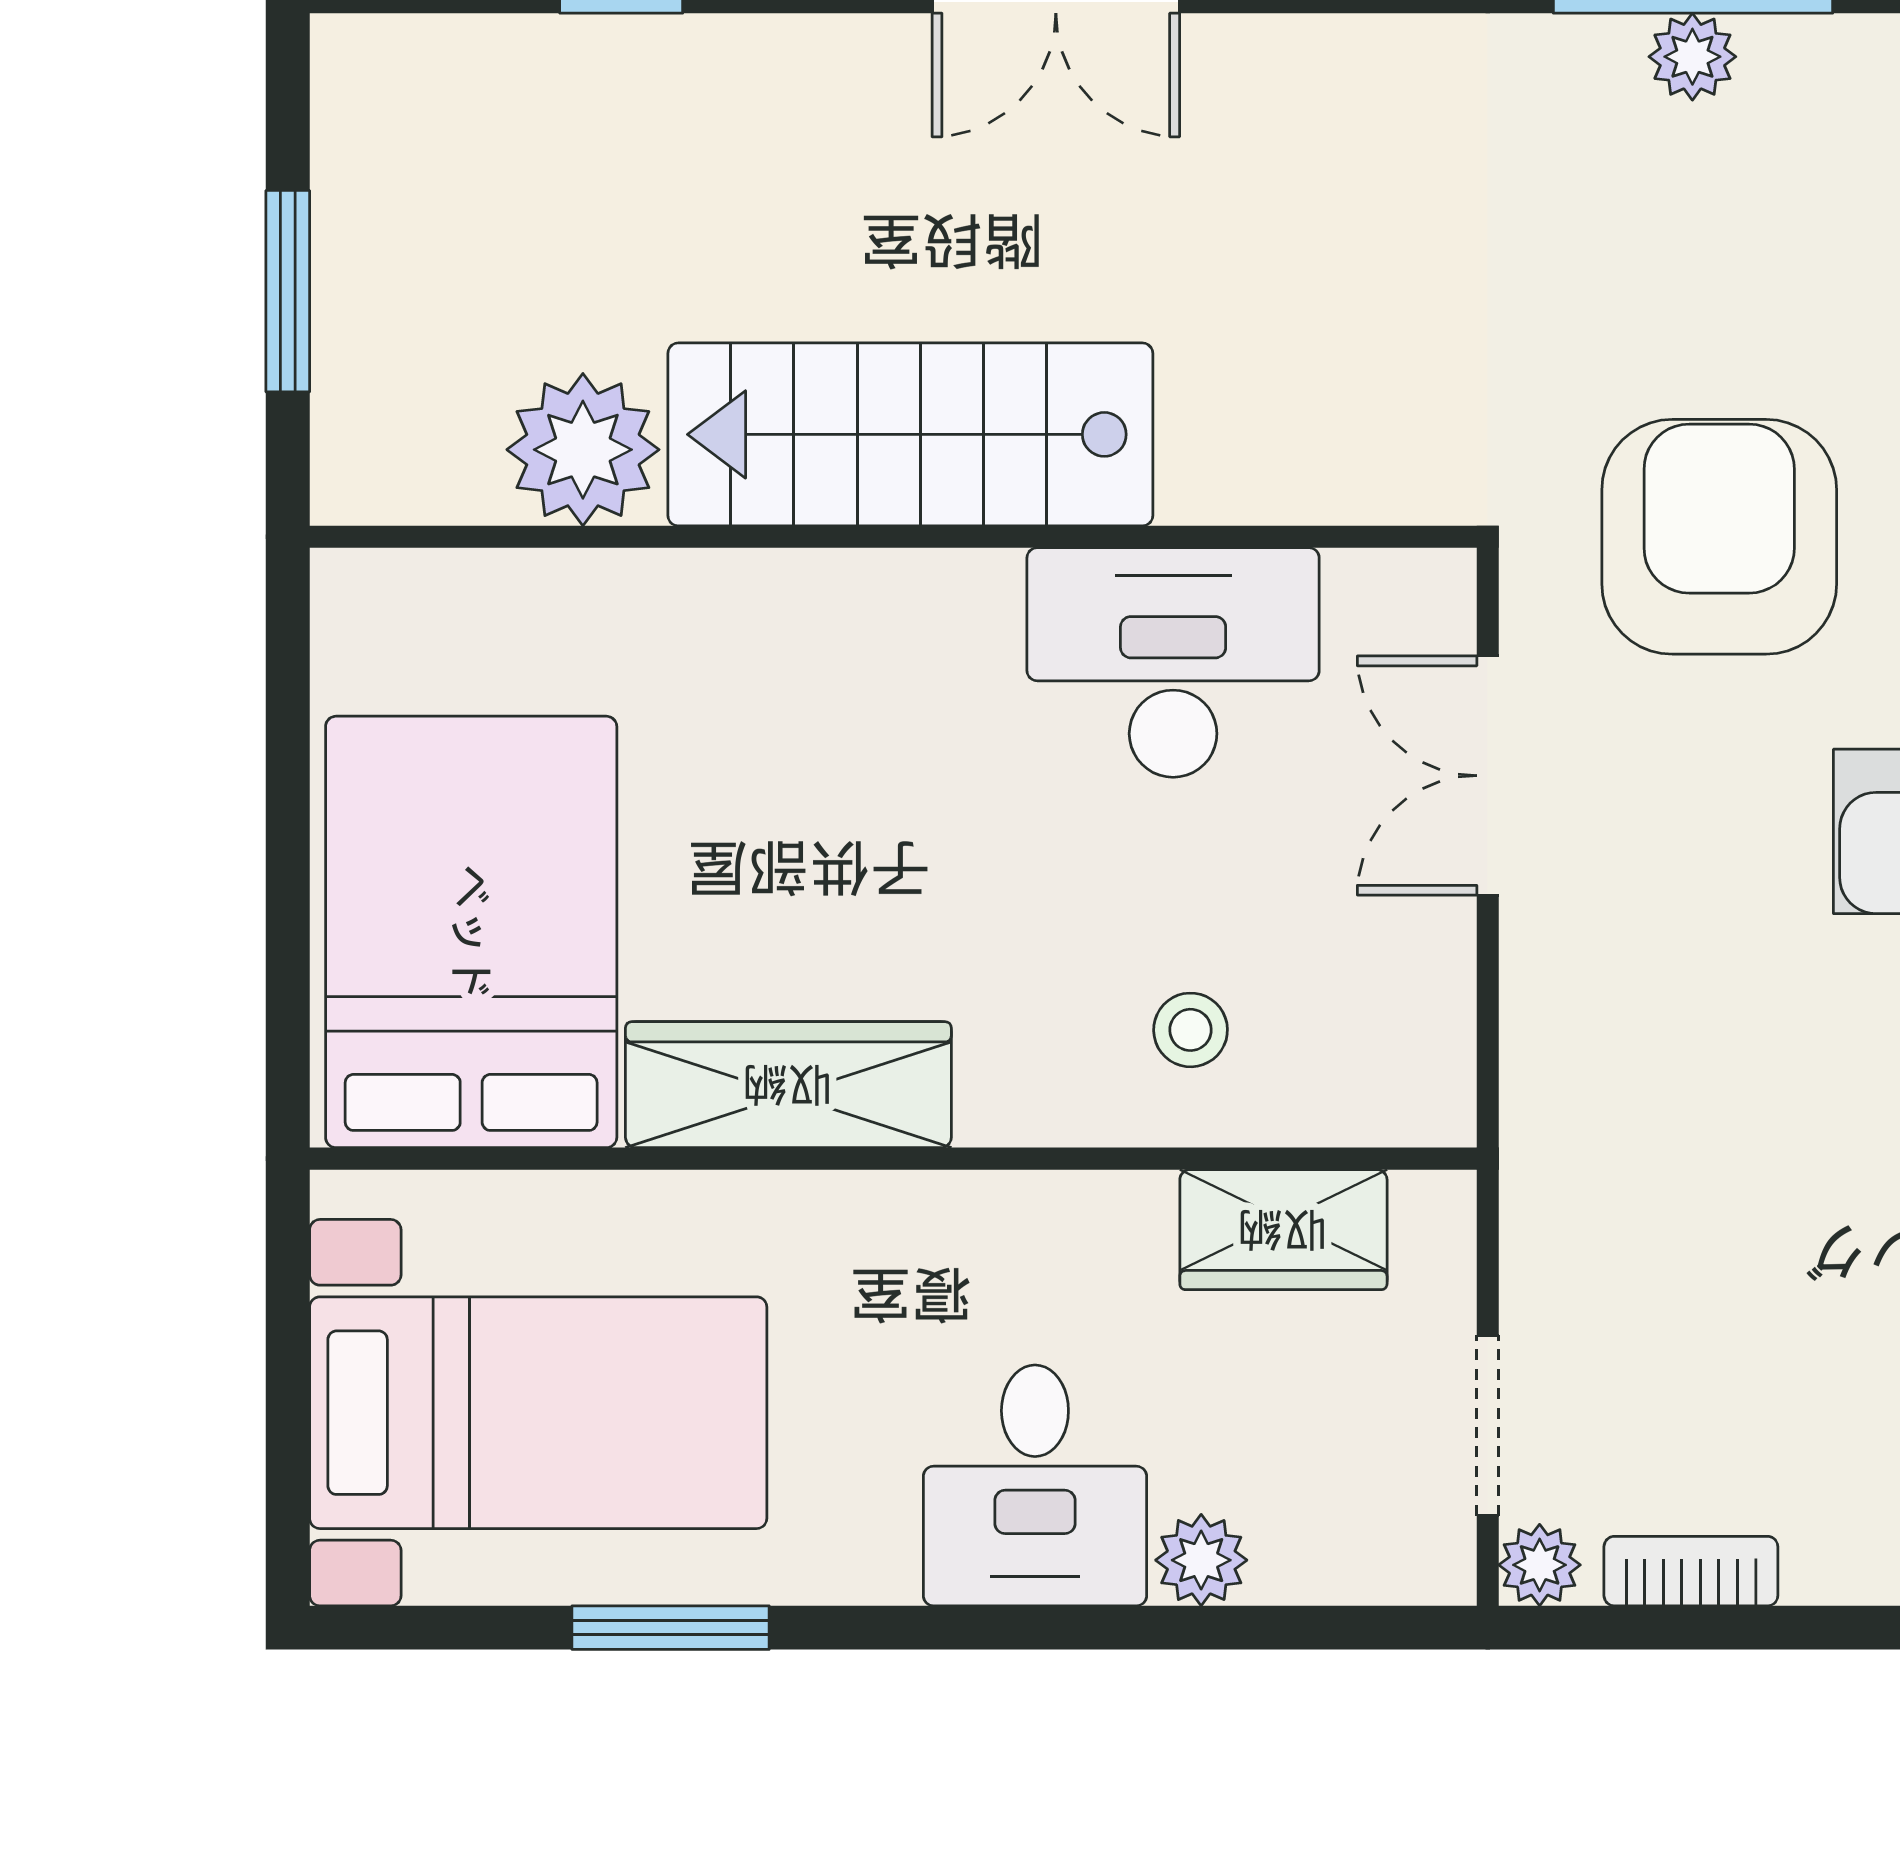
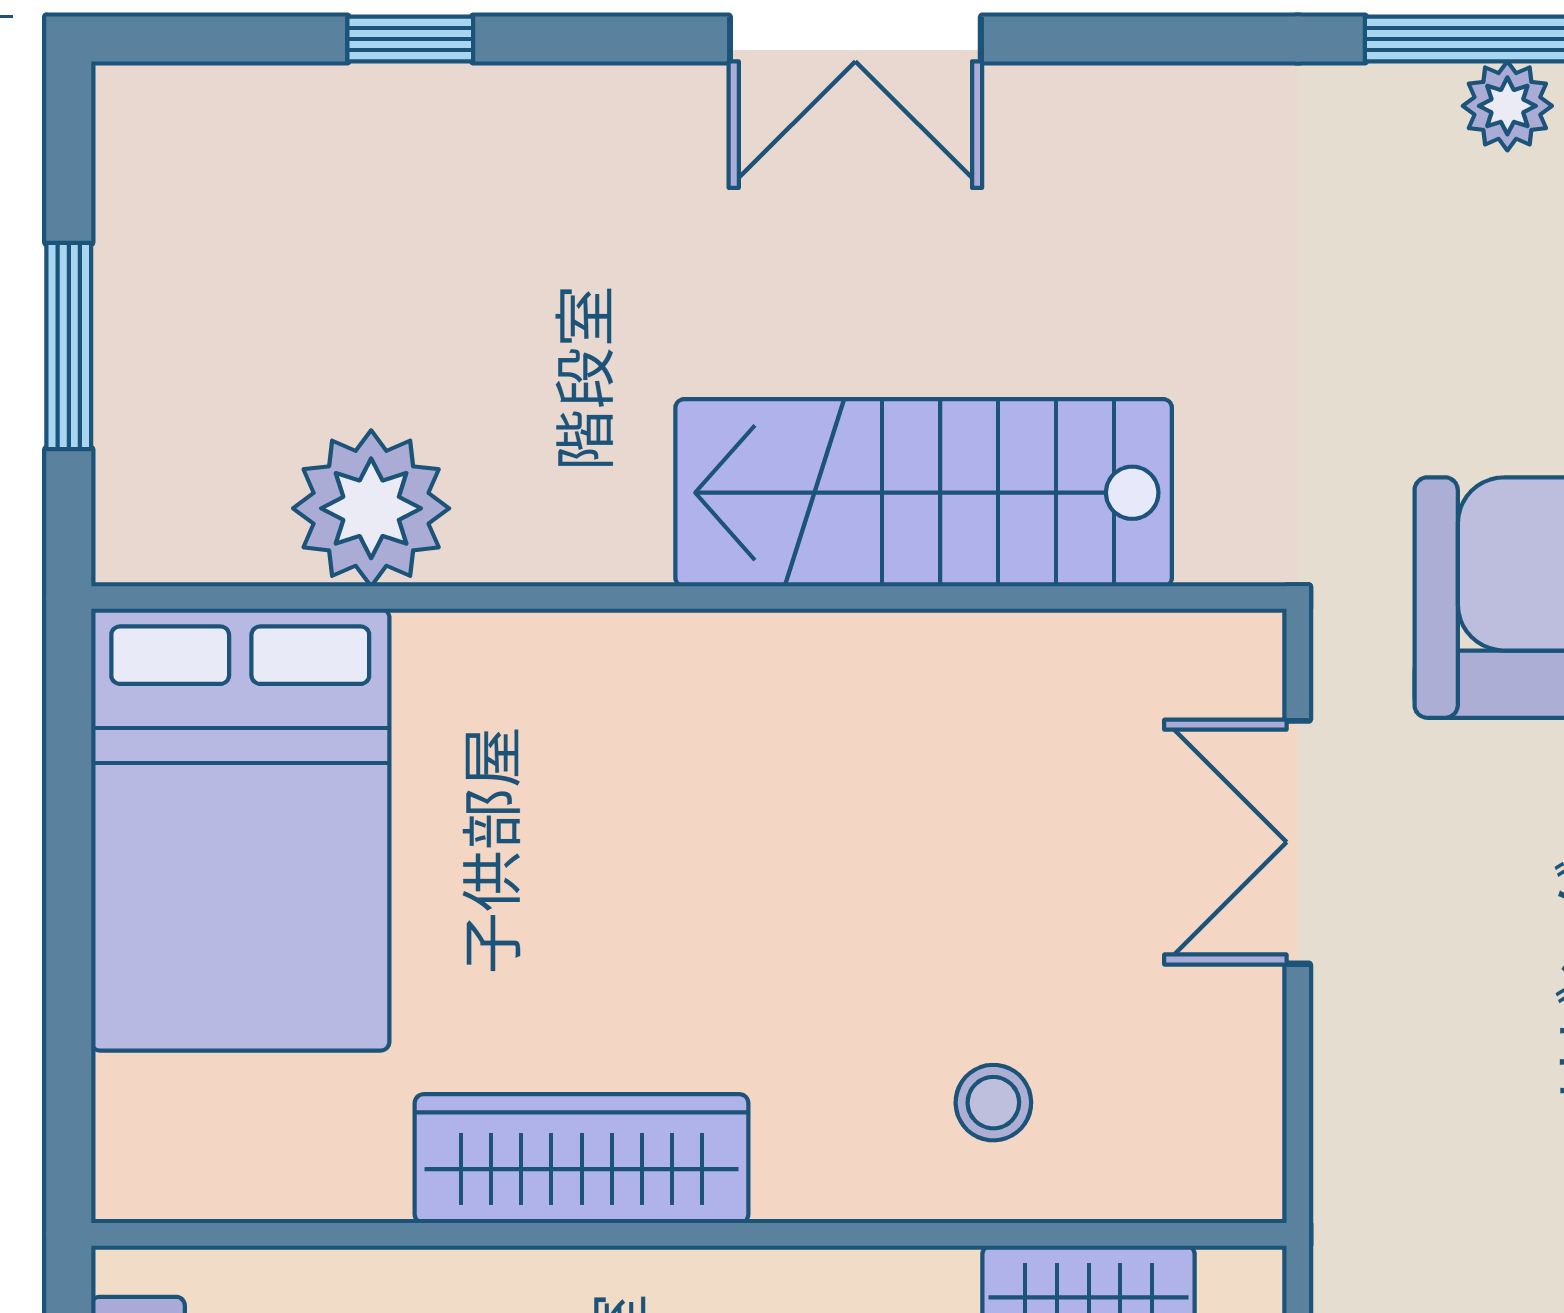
stairs: (910, 434) -> (924, 493), moved
desk: (1173, 662) -> (975, 726), removed
bed: (471, 932) -> (240, 830), moved, turned 180

